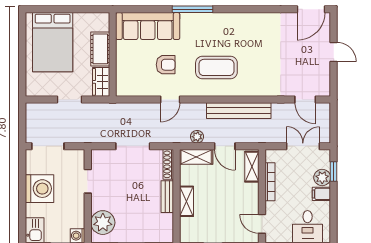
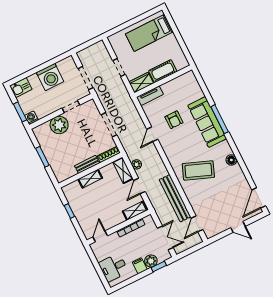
door: (311, 9) -> (259, 198), hinge flipped
floor lamp: (249, 20) -> (231, 160), added
sofa: (148, 26) -> (207, 122), moved
bed: (53, 42) -> (149, 33), width x0.67
door: (334, 52) -> (238, 227), hinge flipped
coffee table: (216, 67) -> (198, 170), moved, turned -69
tv unit: (122, 79) -> (150, 96), added
door: (170, 100) -> (152, 134), hinge flipped
bench: (239, 111) -> (175, 198), moved
doorway: (48, 146) -> (86, 78), moved
plant: (103, 223) -> (59, 125), moved

